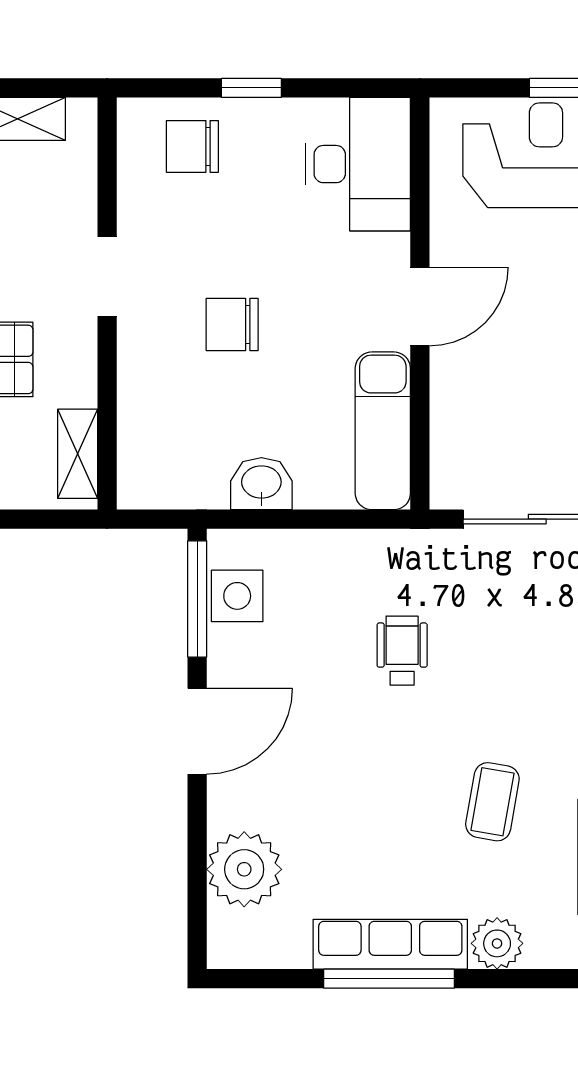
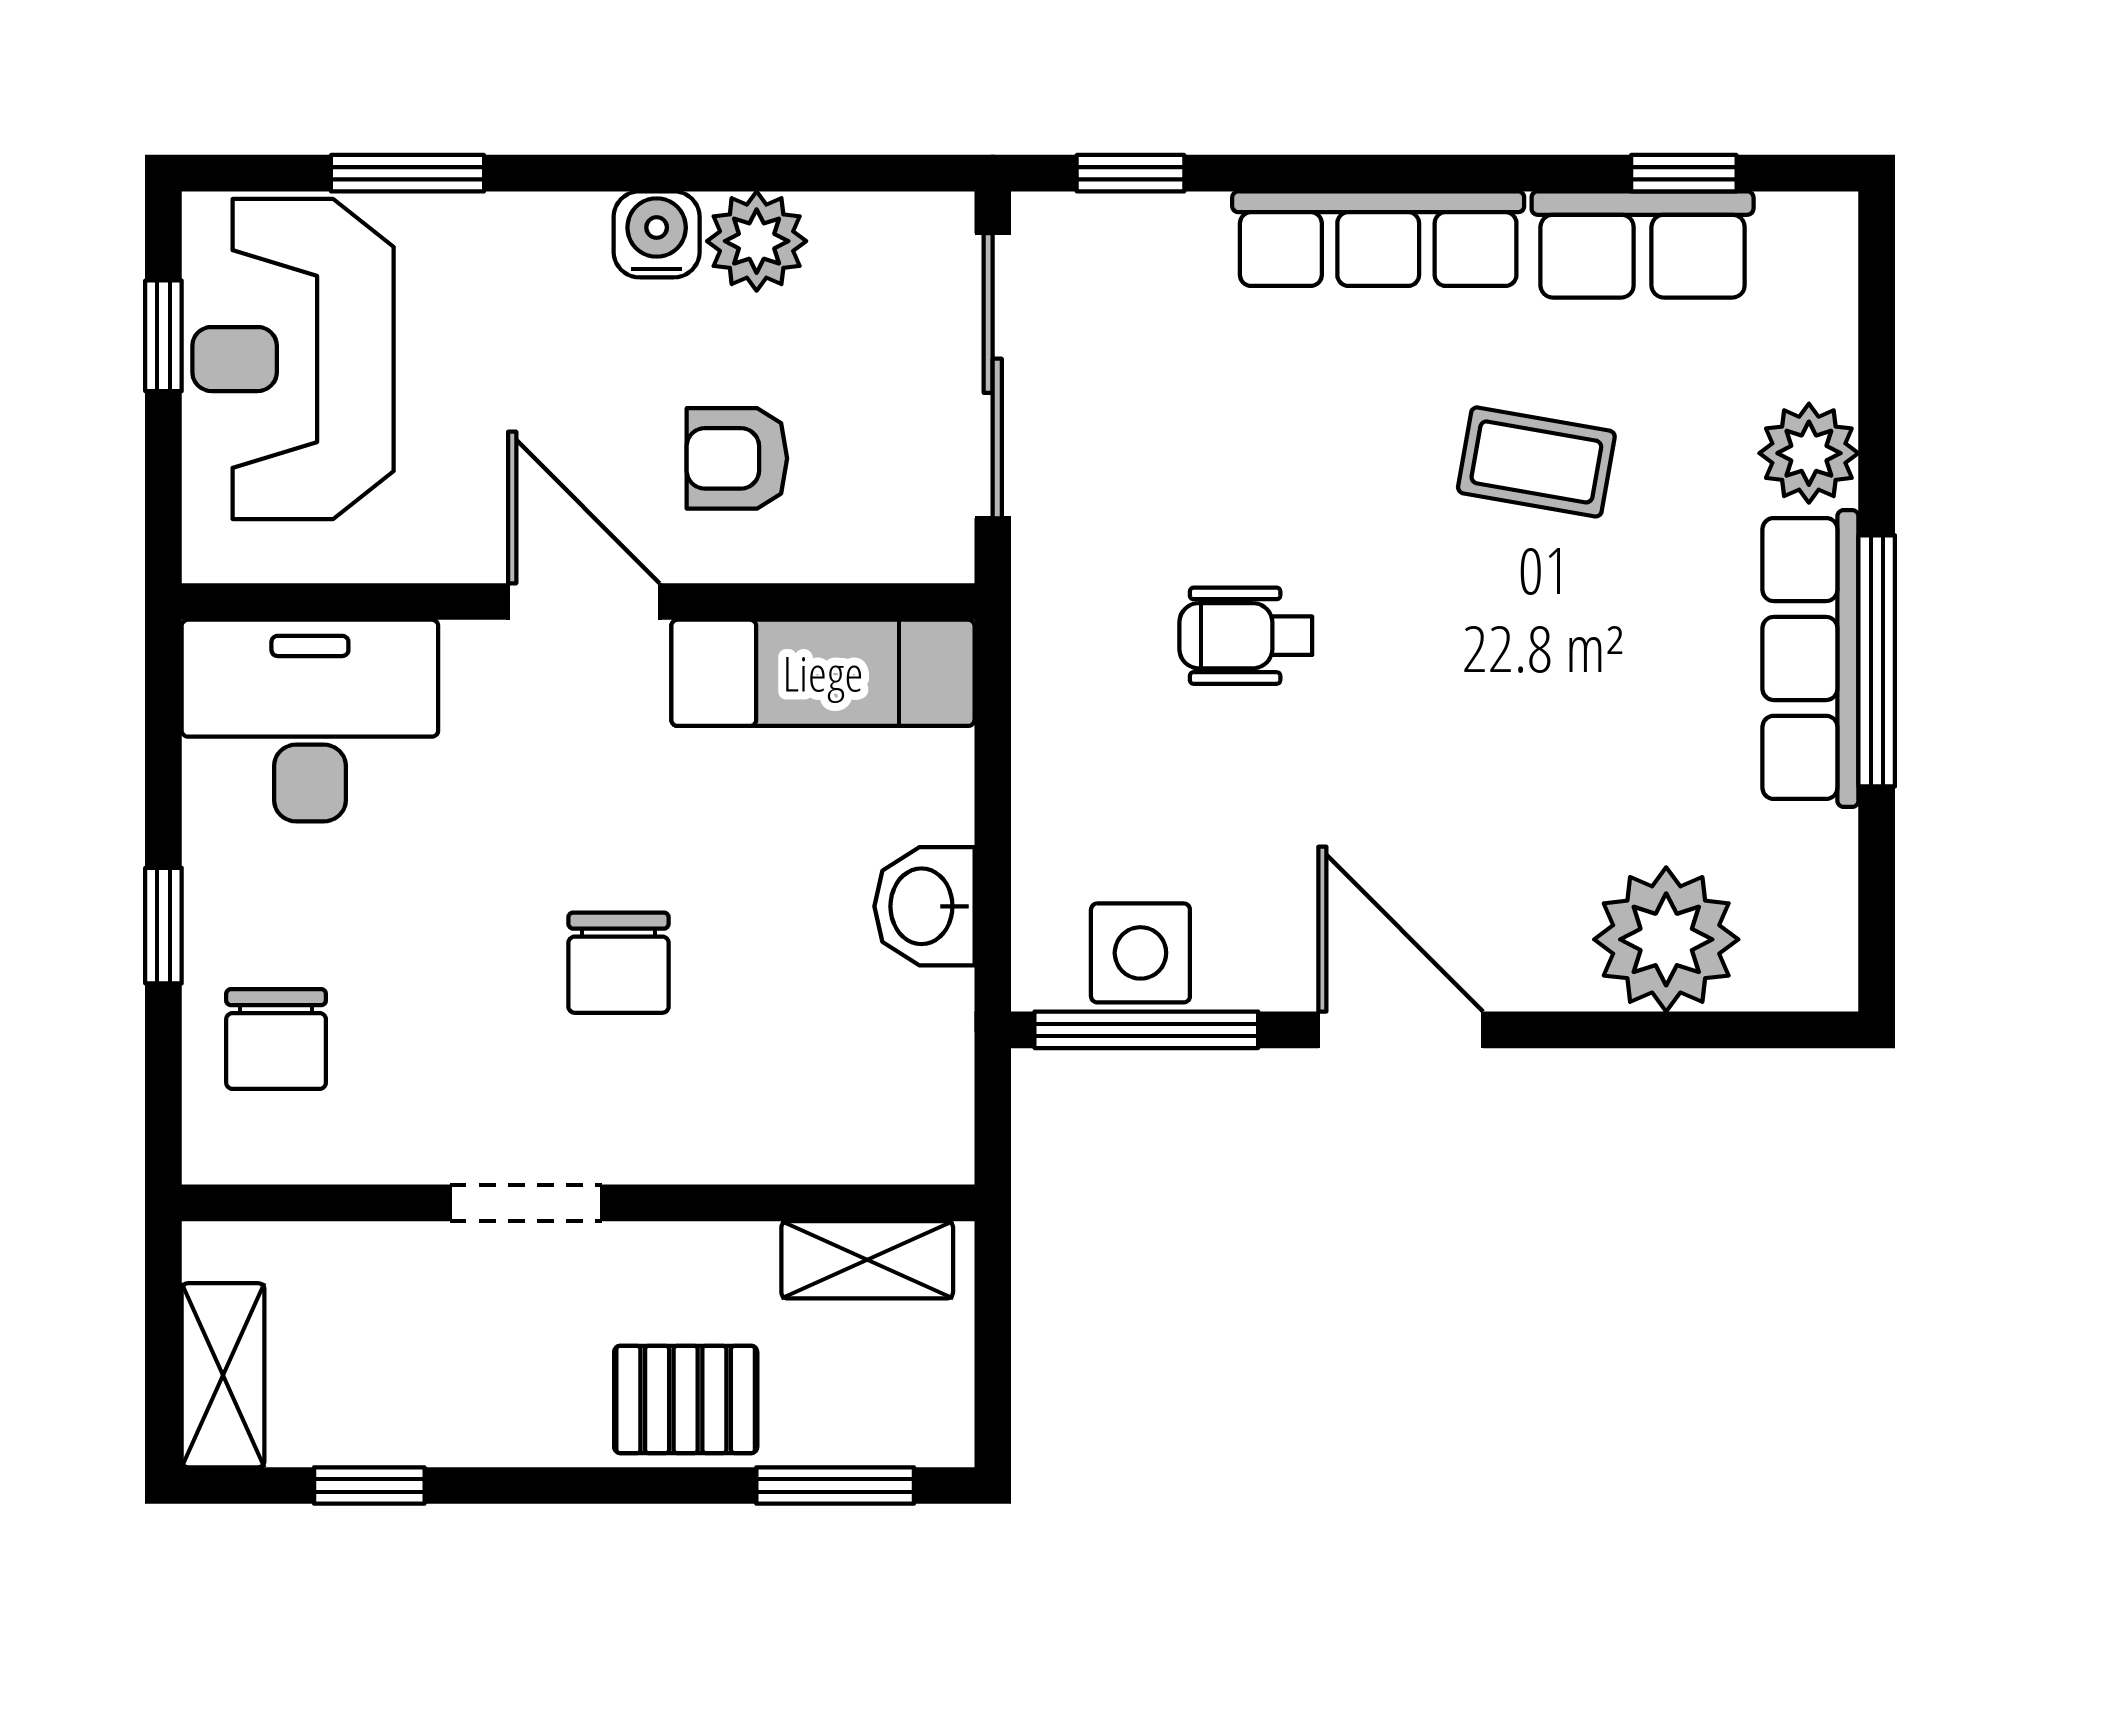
armchair: (494, 386) -> (737, 458), added

